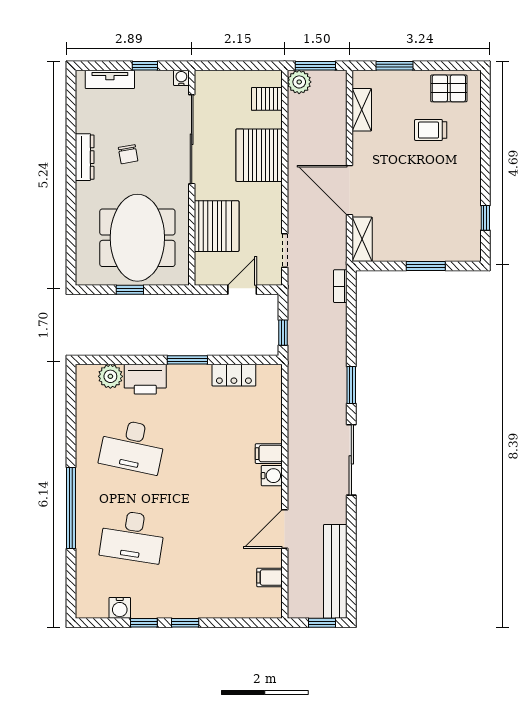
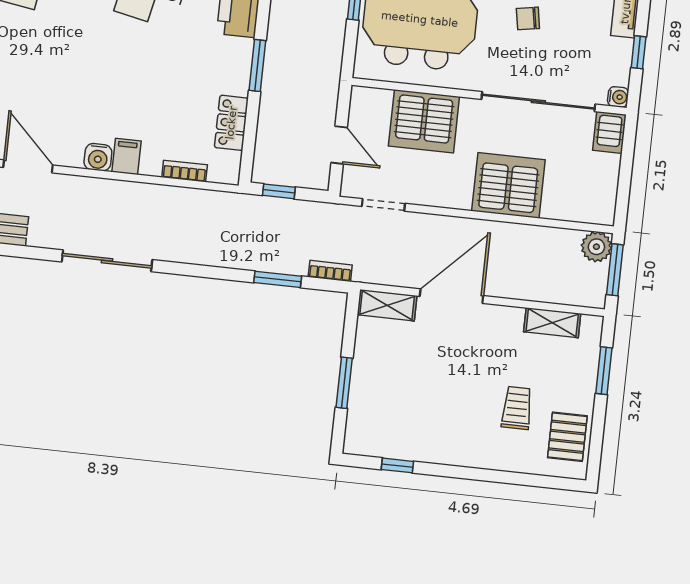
server rack: (267, 99) -> (609, 132), moved, turned 180
window: (351, 385) -> (278, 279), moved
bookcase: (275, 407) -> (185, 171), added

